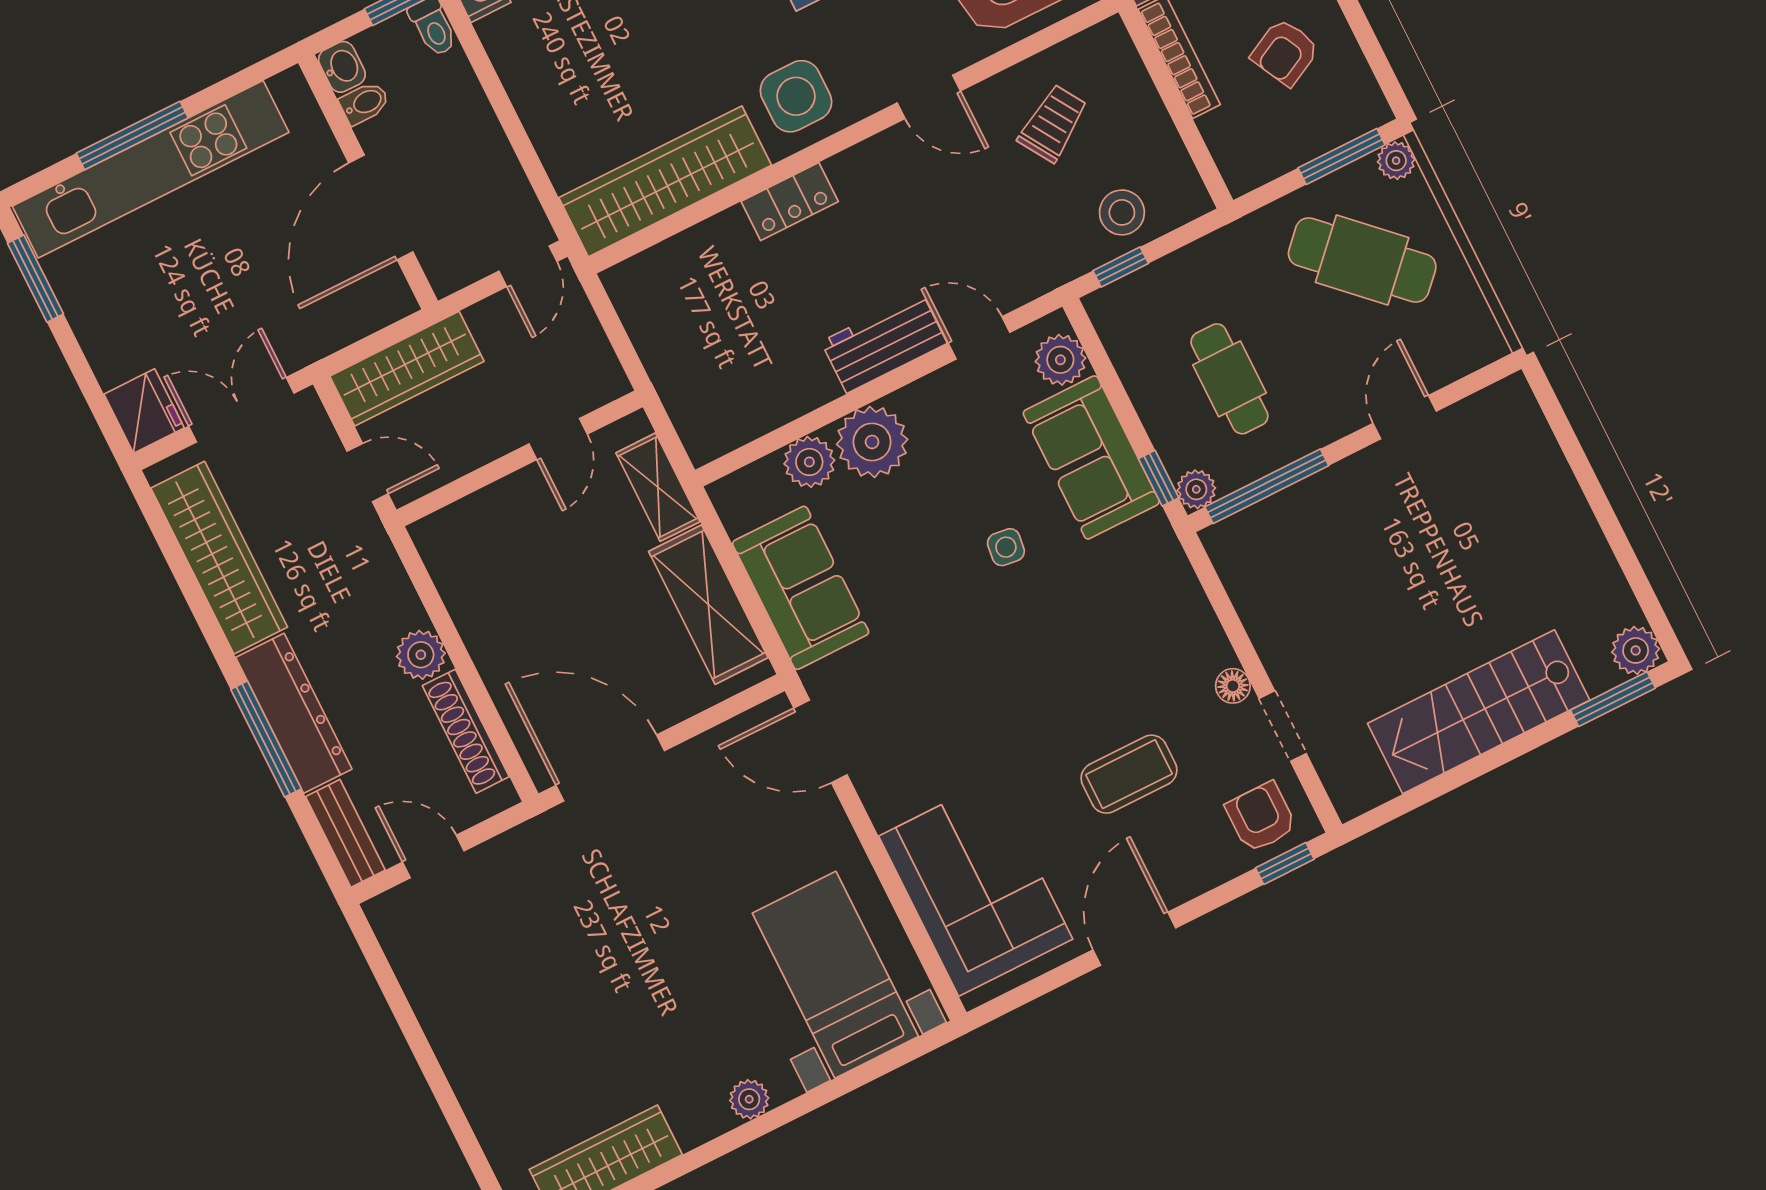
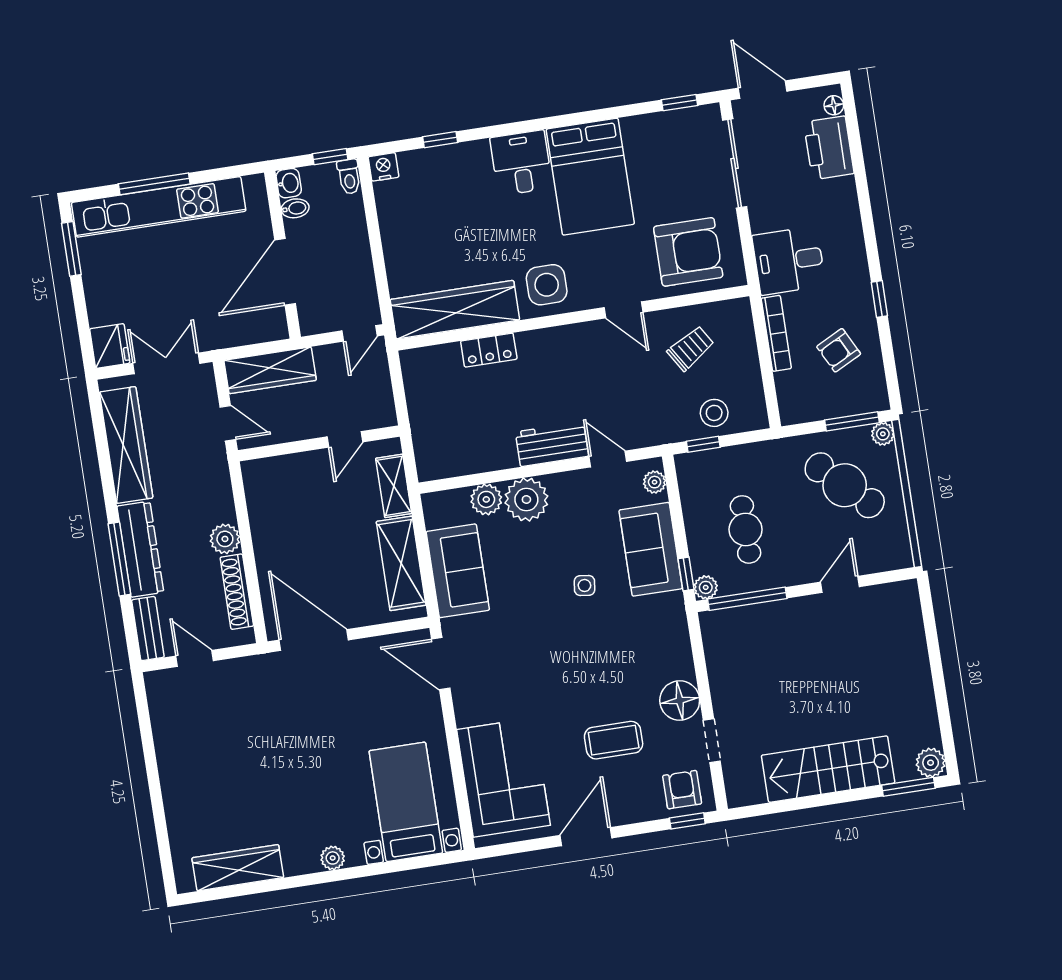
locker: (790, 202) -> (489, 350), moved
plant: (1060, 360) -> (655, 482), width x0.73, depth x0.73
floor lamp: (1233, 686) -> (680, 701), width x1.89, depth x1.89

